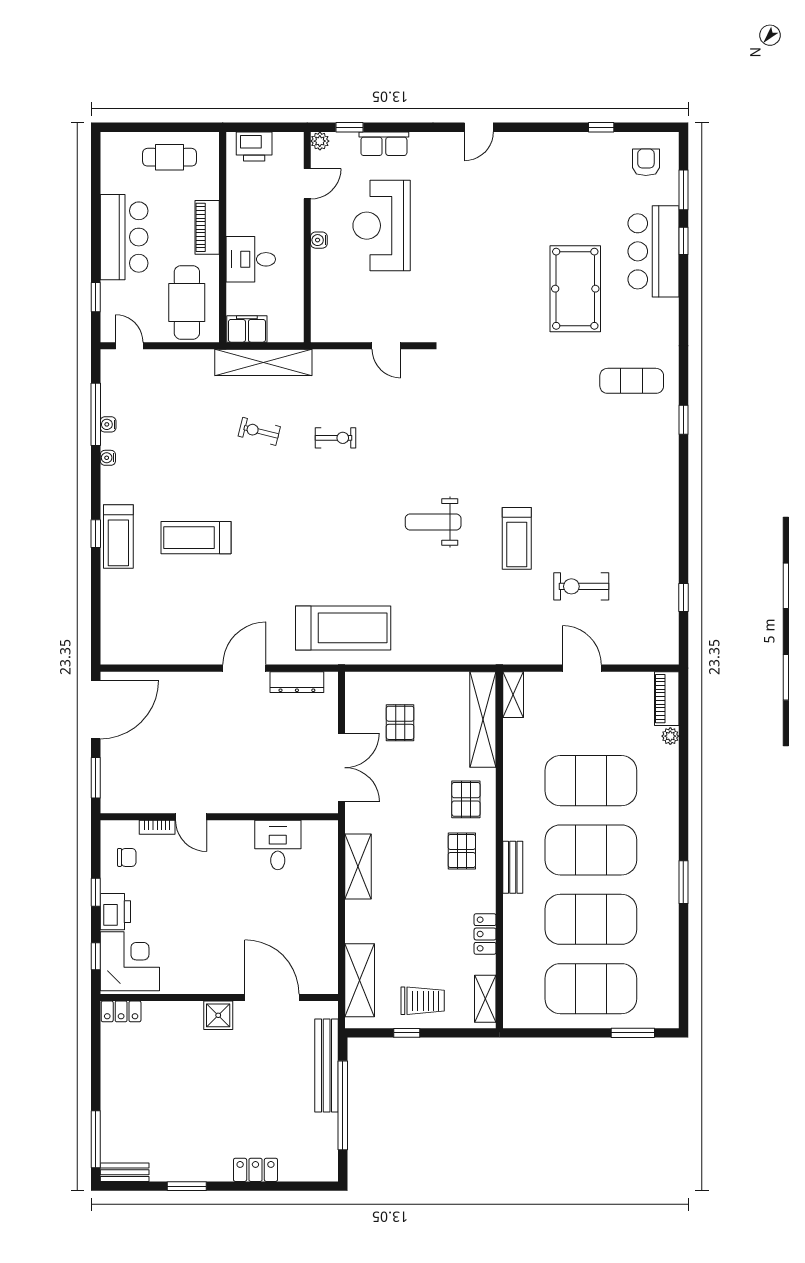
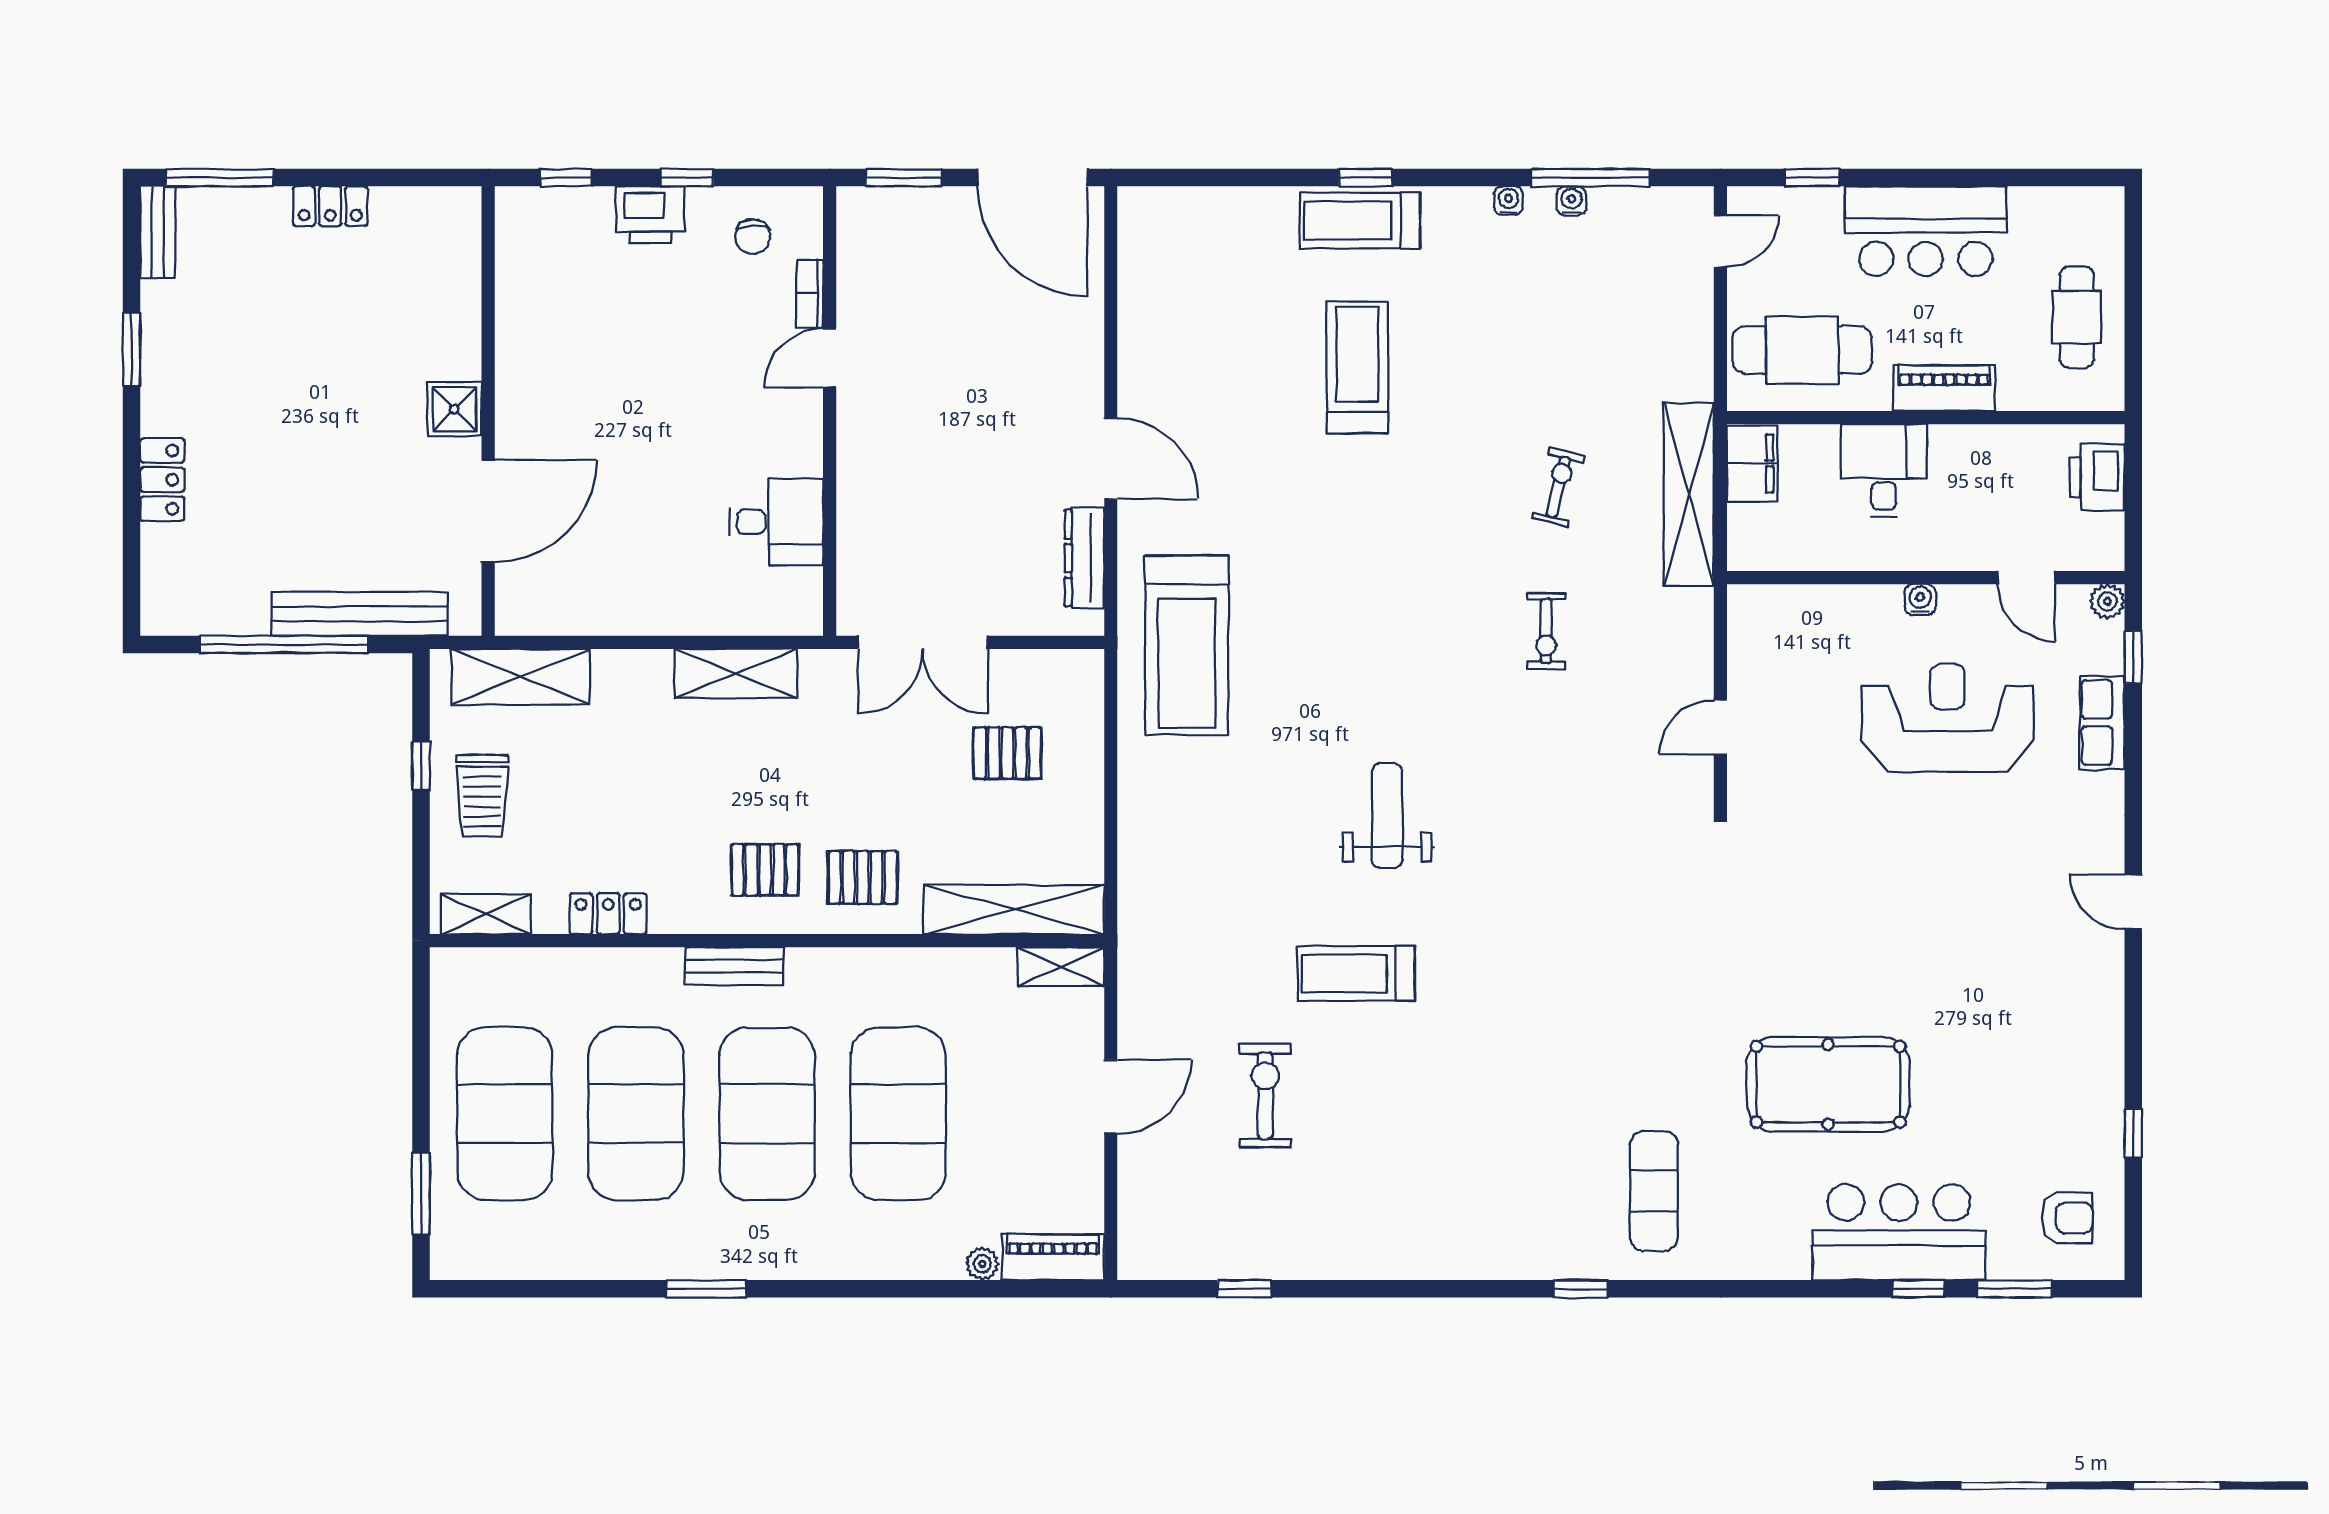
corner desk: (130, 961) -> (557, 242), removed
locker: (121, 1011) -> (330, 206), moved, turned -90

